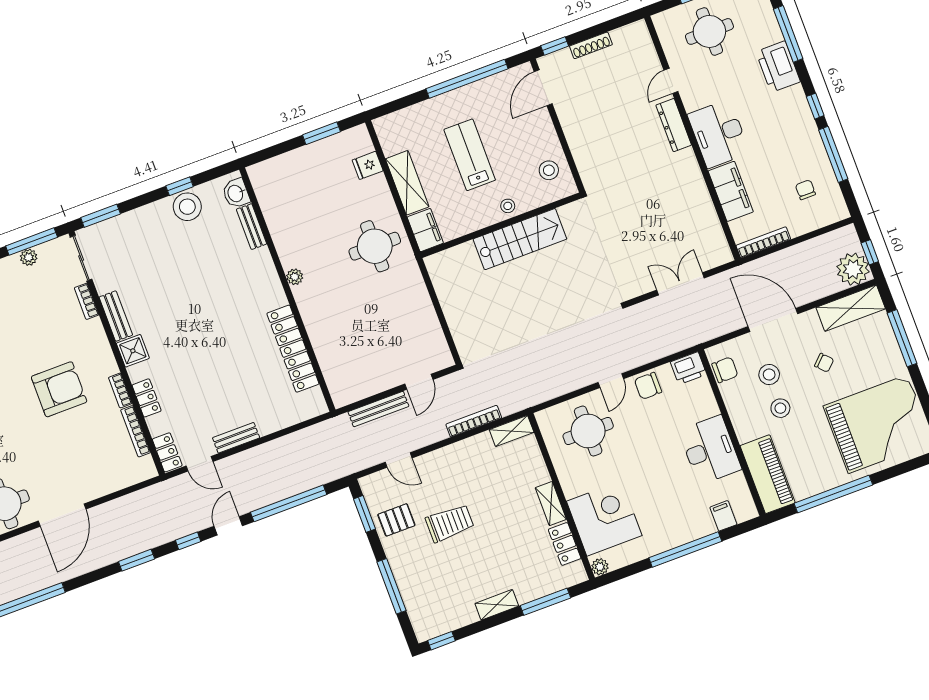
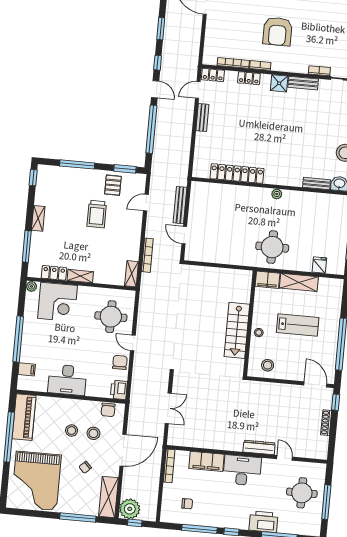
piano: (768, 474) -> (24, 417), moved, turned -90

